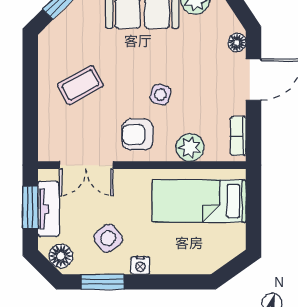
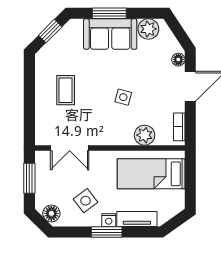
coffee table: (80, 85) -> (66, 90), turned -61
armchair: (137, 135) -> (107, 126), removed
tv unit: (48, 209) -> (137, 219), moved, turned -90
window: (102, 282) -> (107, 232), moved

